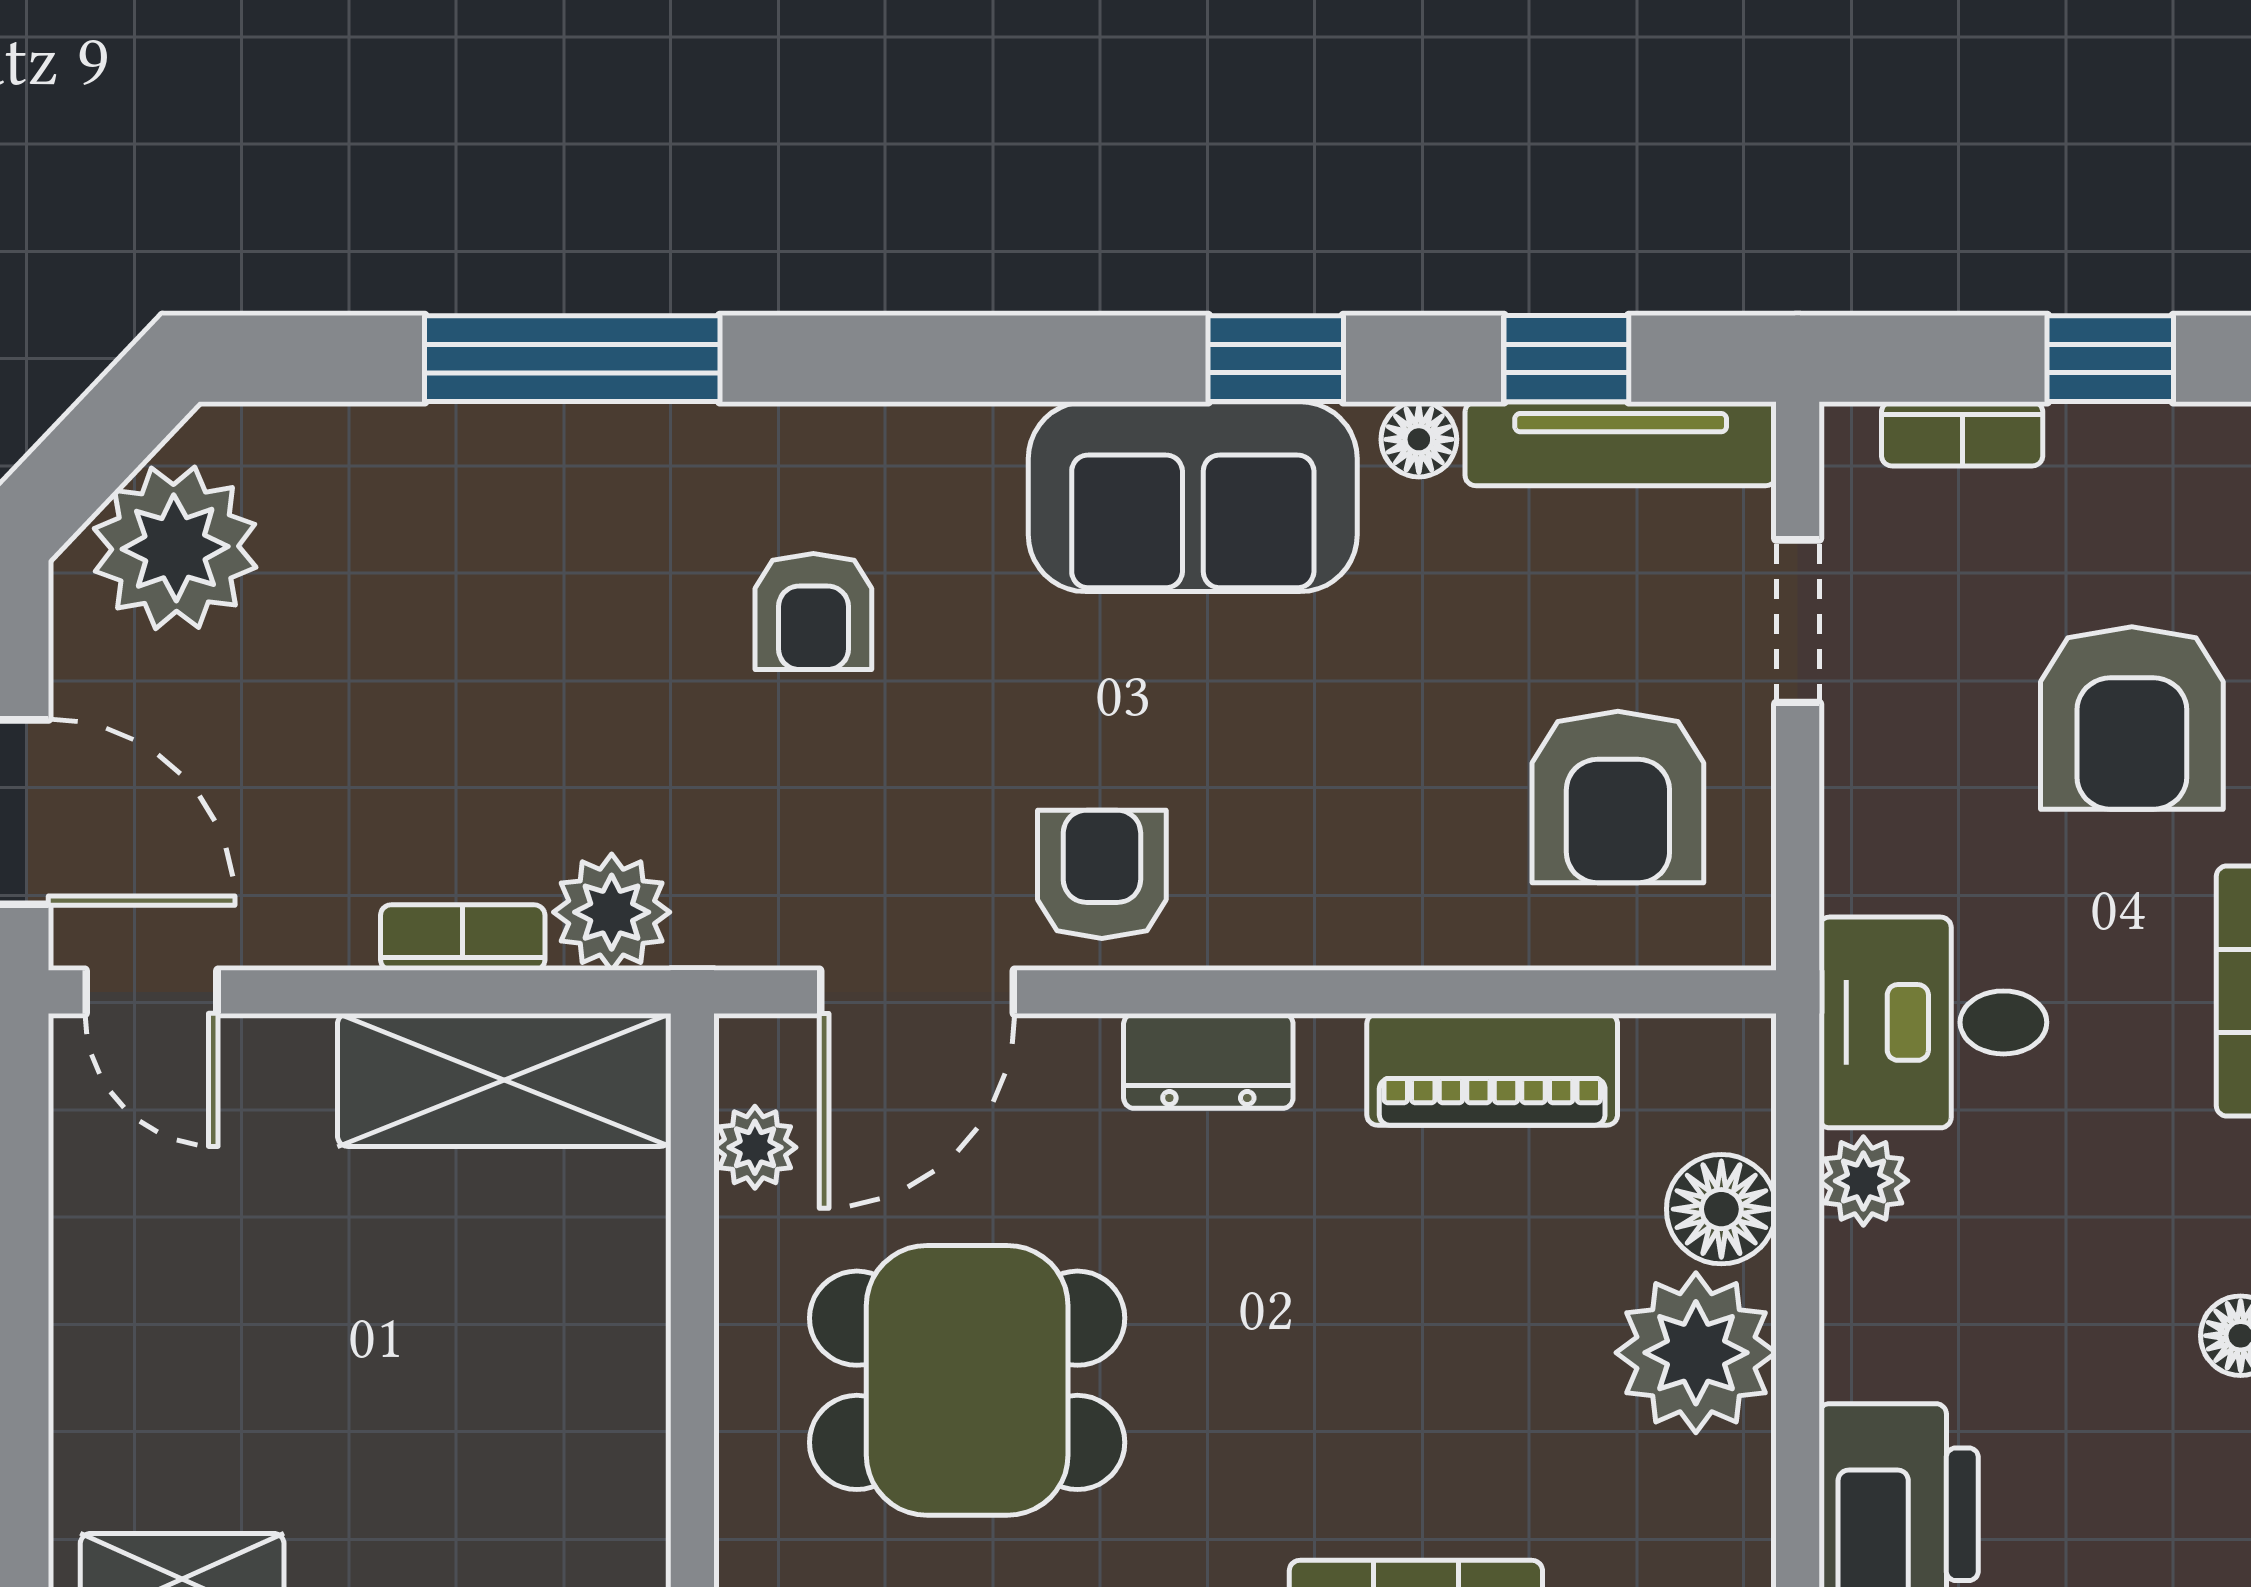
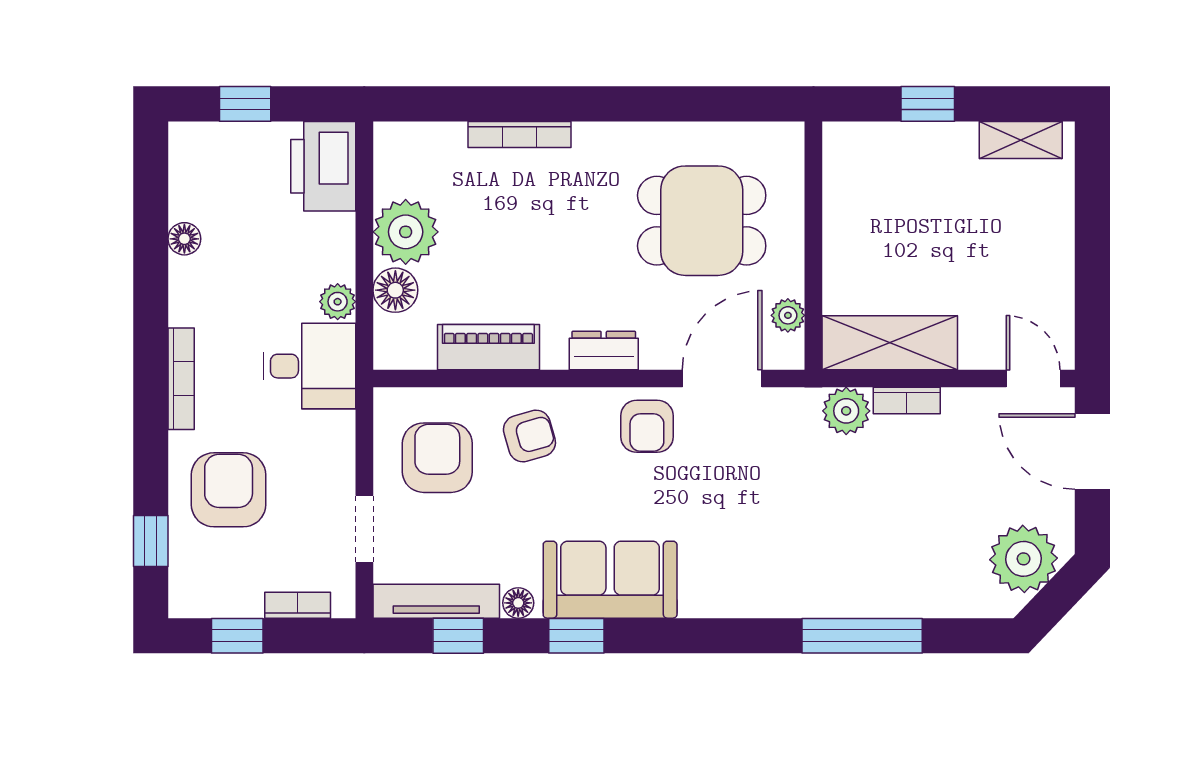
armchair: (813, 611) -> (529, 436), moved, turned 74

